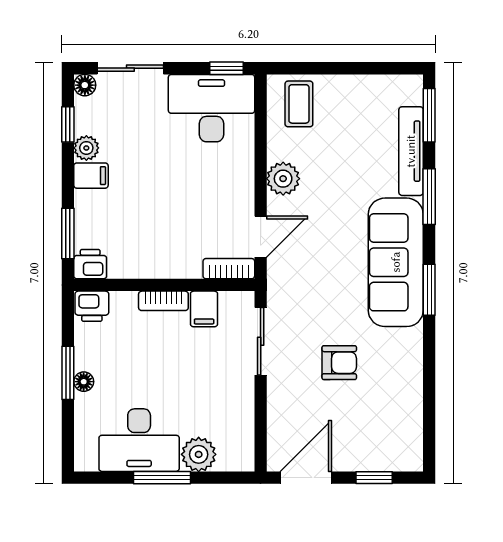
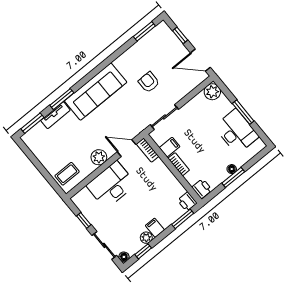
window: (227, 68) -> (84, 220), moved
desk: (212, 108) -> (111, 185), moved, turned 90
tv unit: (411, 151) -> (55, 115), width x0.71
window: (429, 290) -> (144, 31), moved
plant: (199, 454) -> (212, 92), moved

